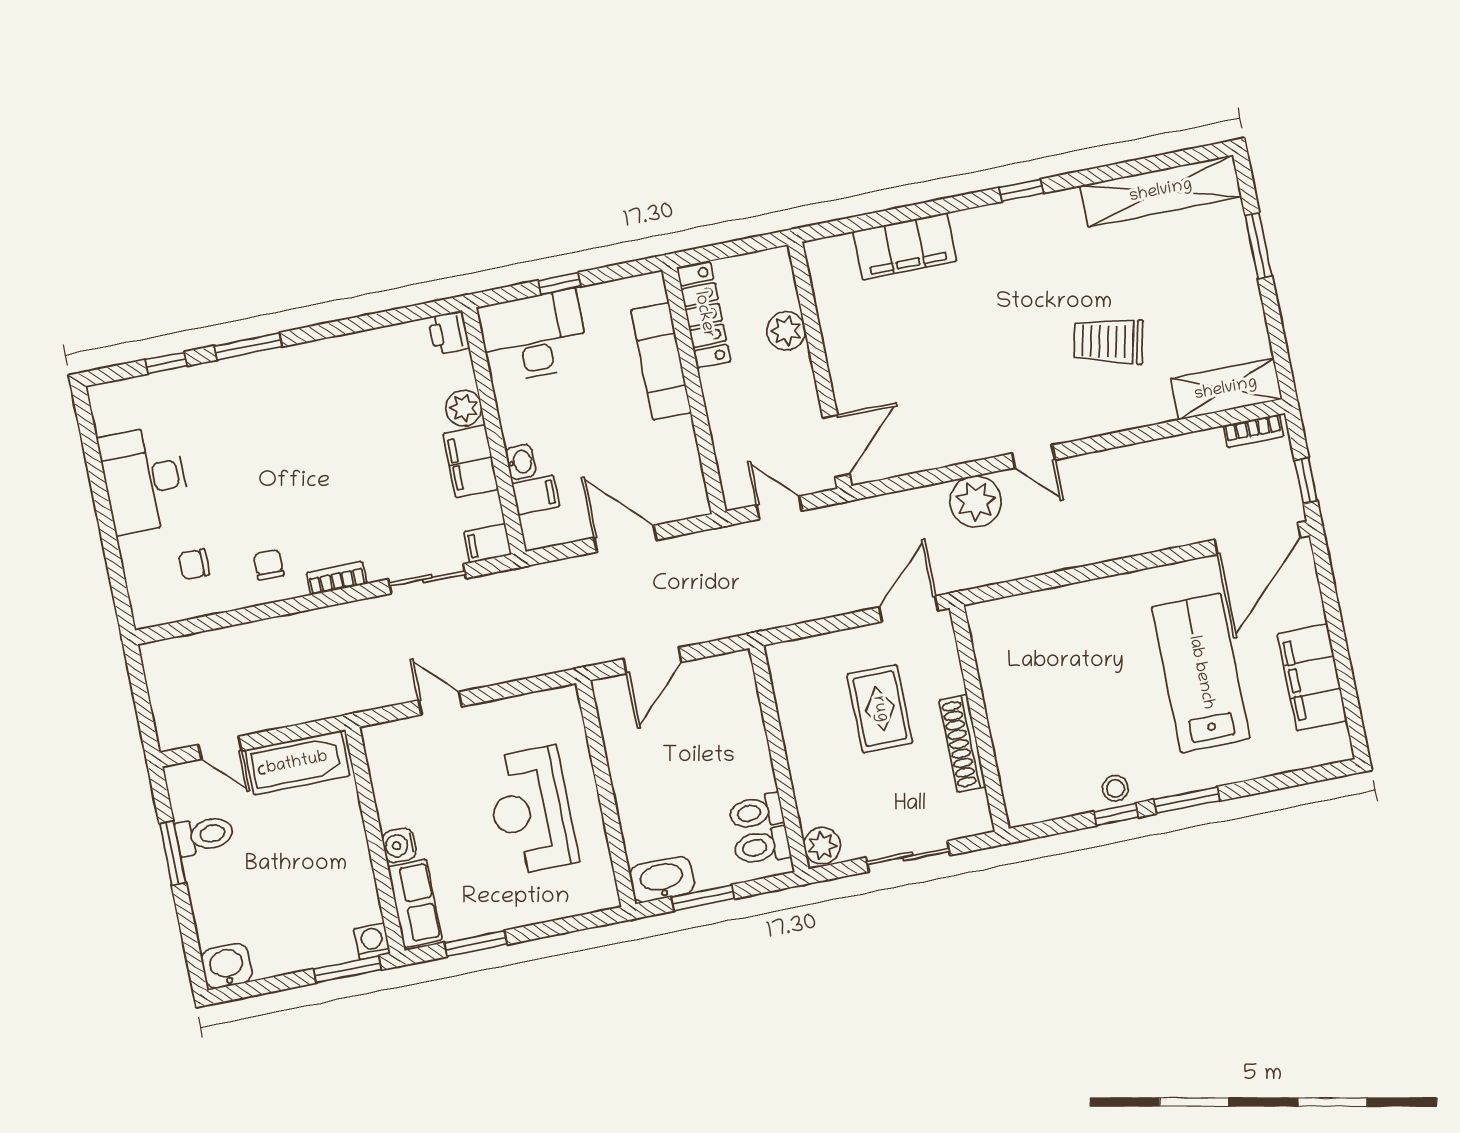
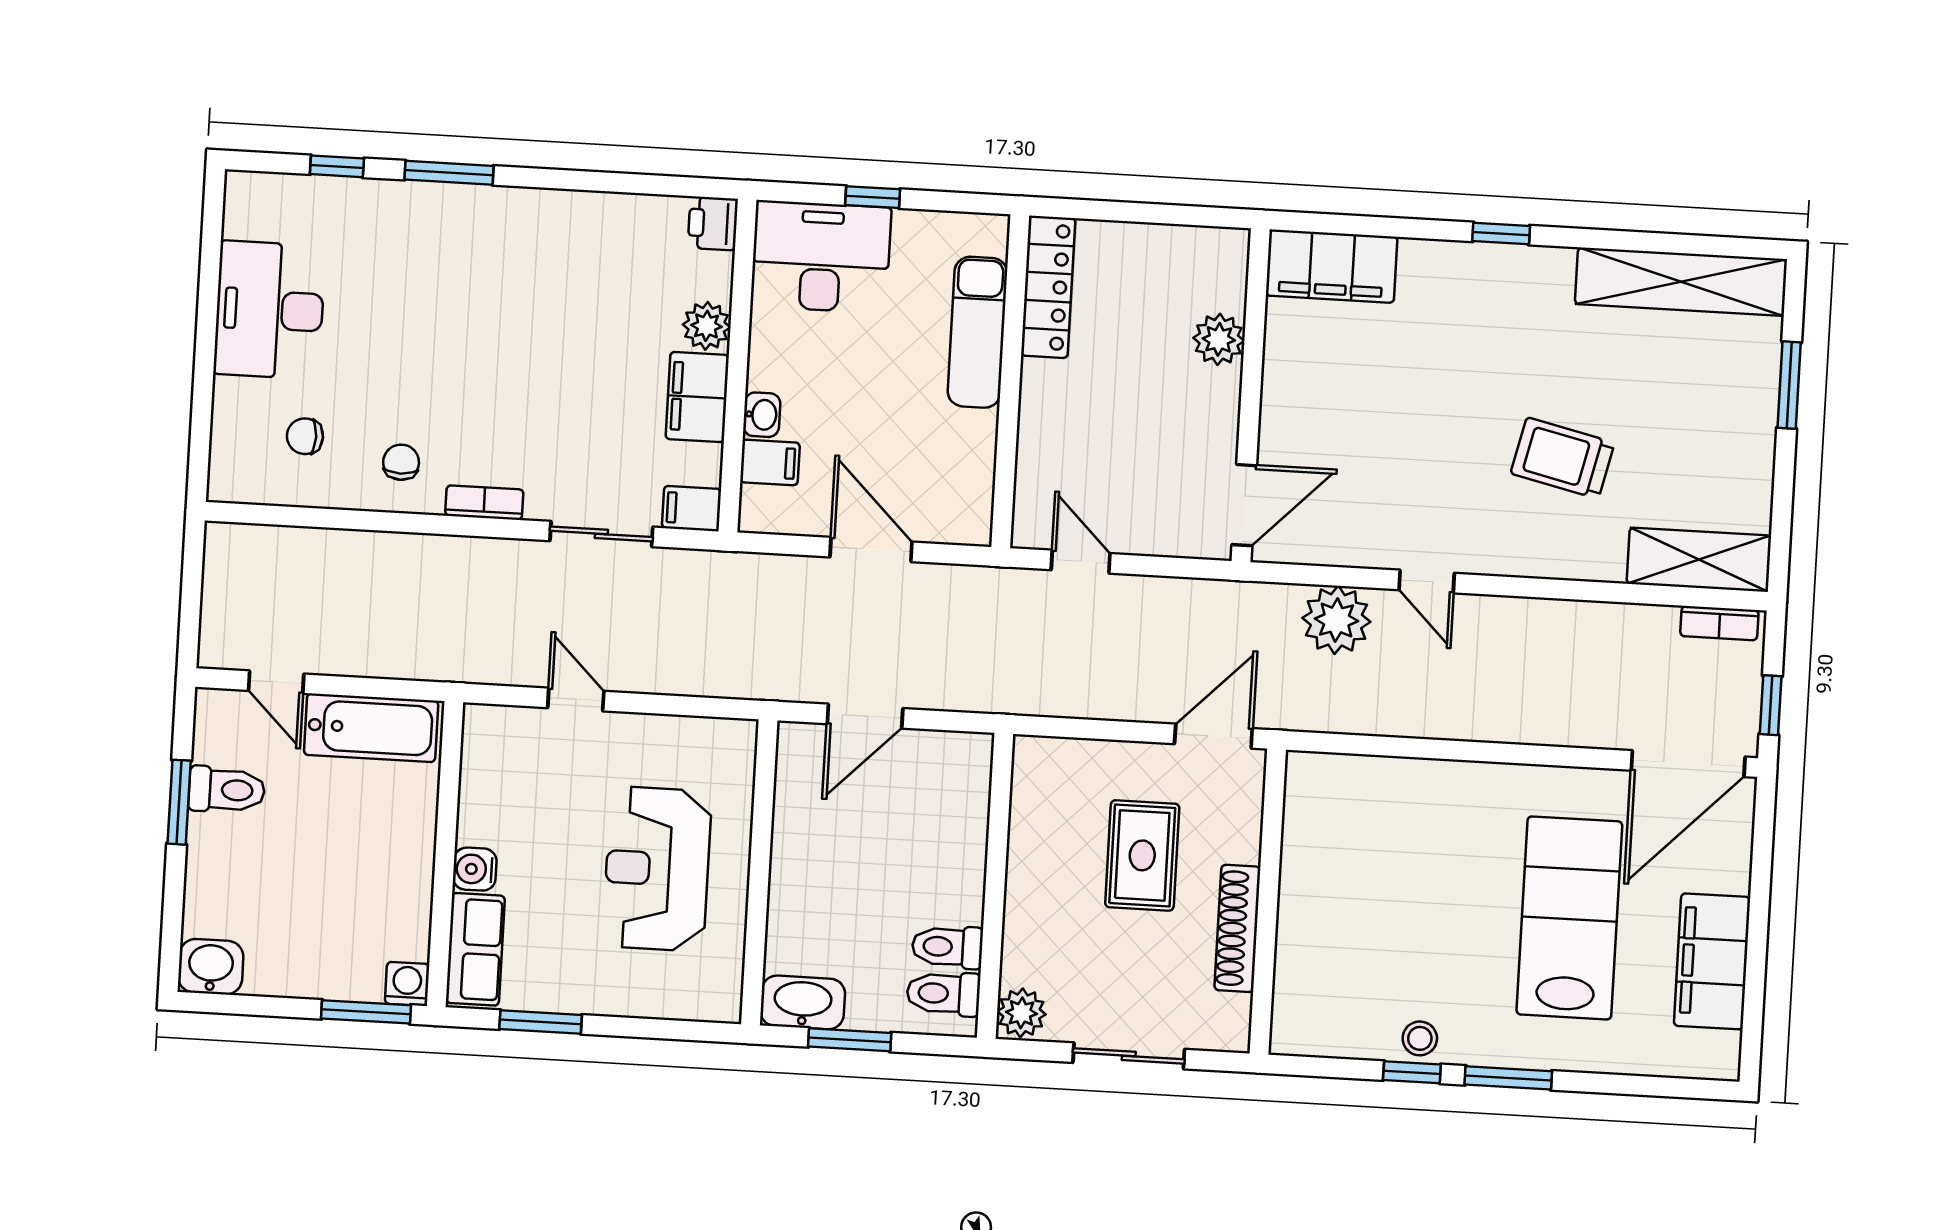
plant: (786, 331) -> (1219, 339), moved
wall: (820, 365) -> (1251, 395), moved
door: (836, 446) -> (1244, 505), moved

